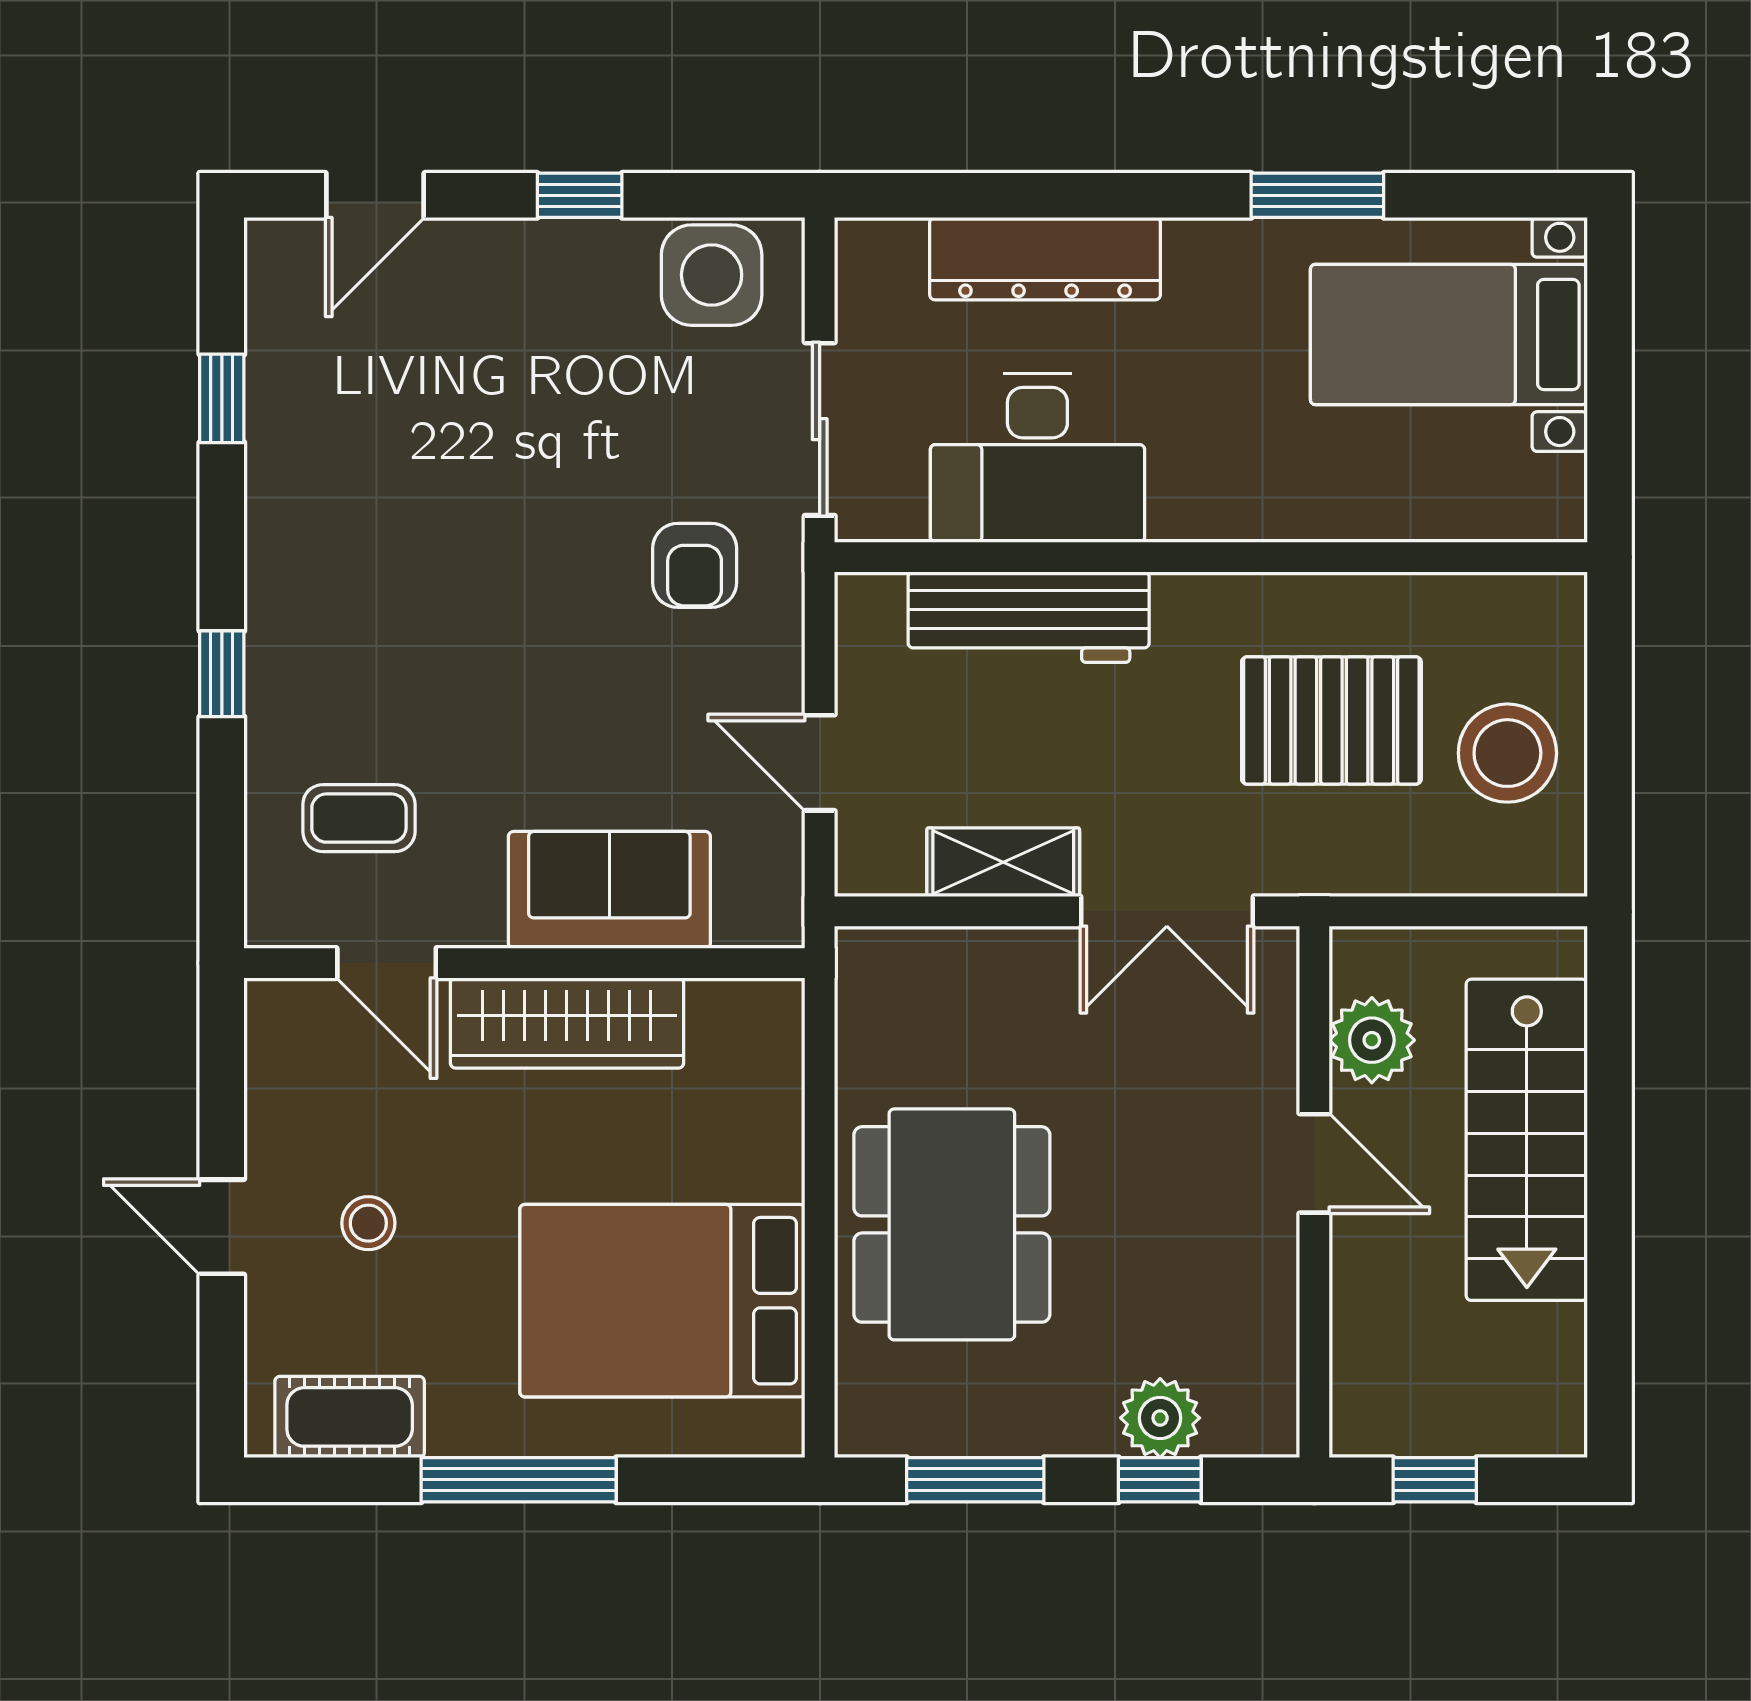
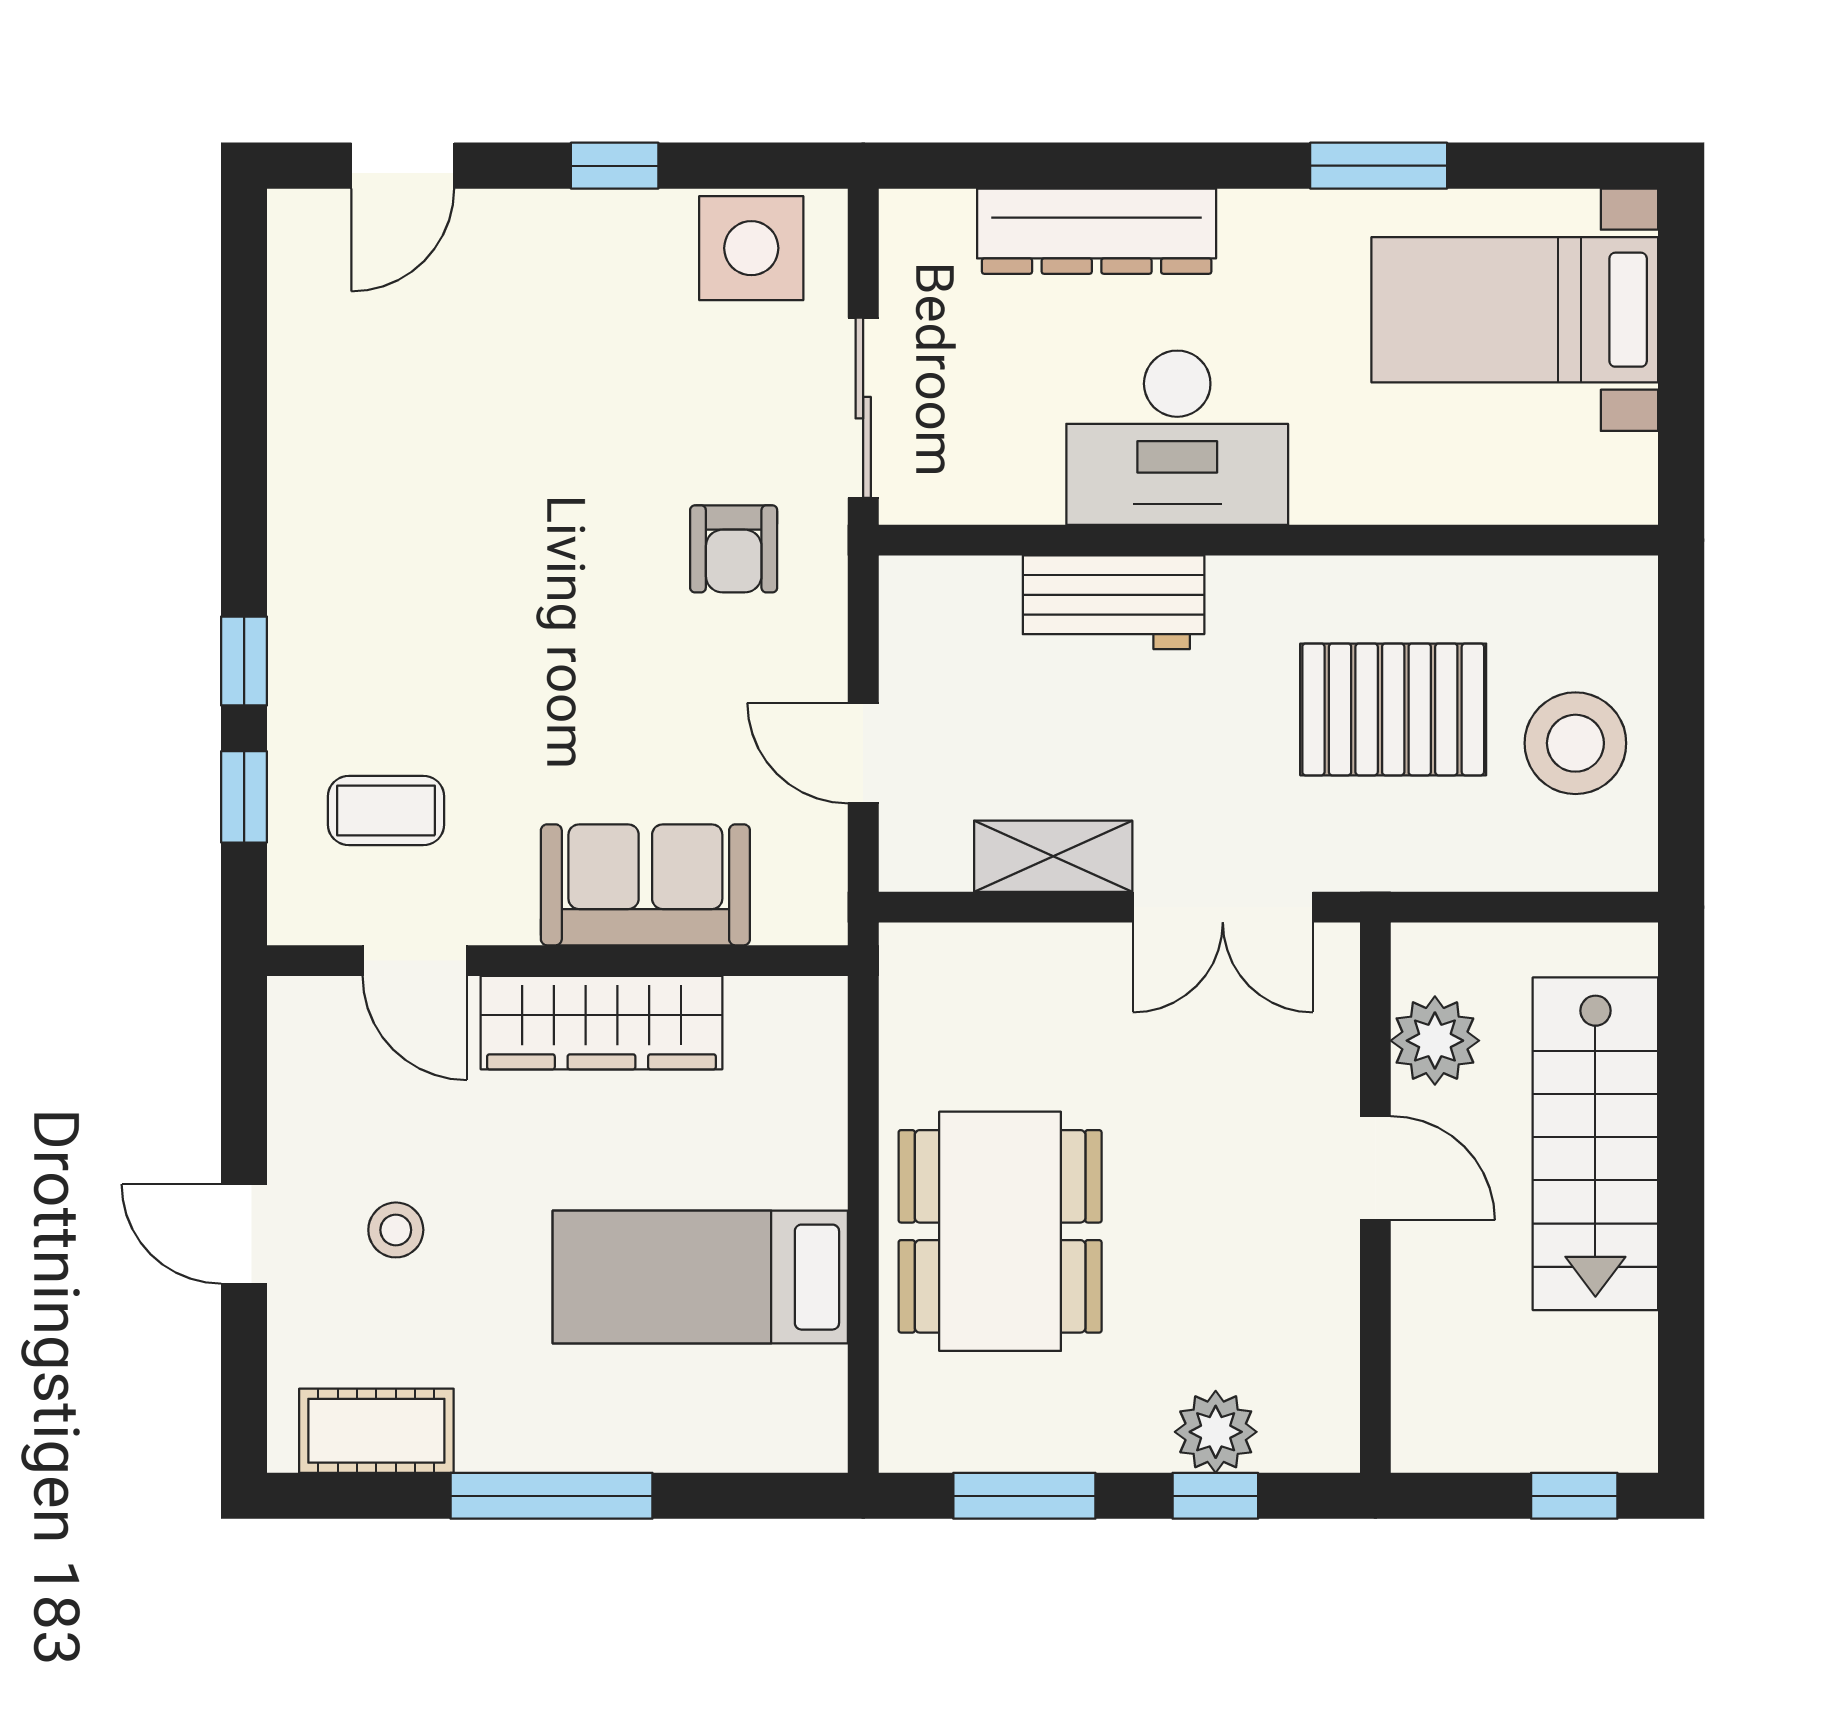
window: (222, 398) -> (244, 797), moved
desk: (1037, 458) -> (1177, 438), moved
workbench: (1029, 617) -> (1114, 602), width x0.73
bed: (662, 1301) -> (700, 1277), width x0.67
window: (1435, 1480) -> (1574, 1496), moved

